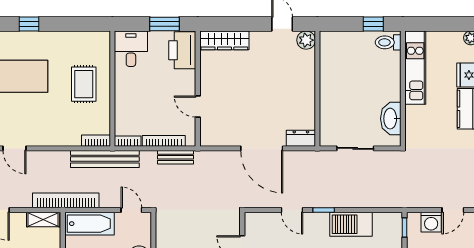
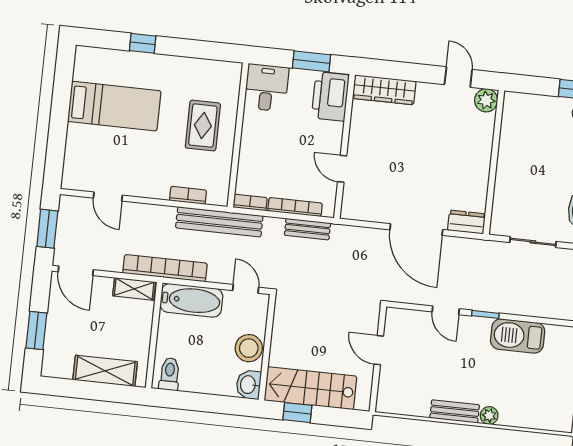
bookcase: (96, 141) -> (188, 195), moved

